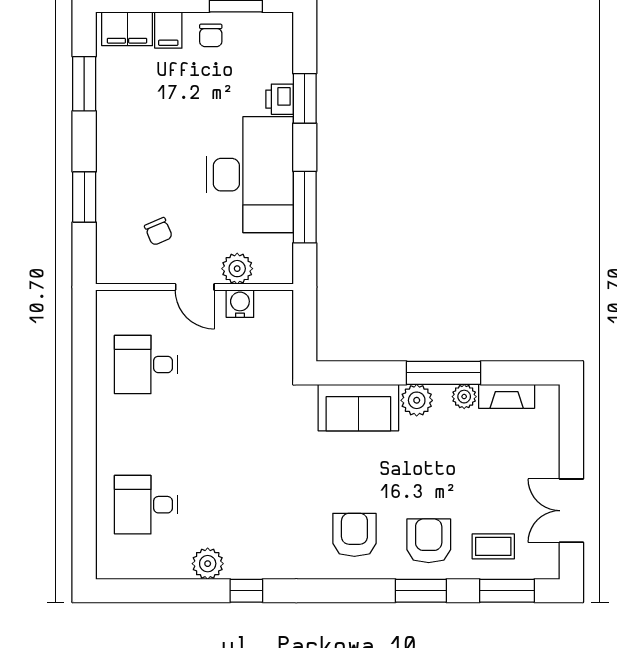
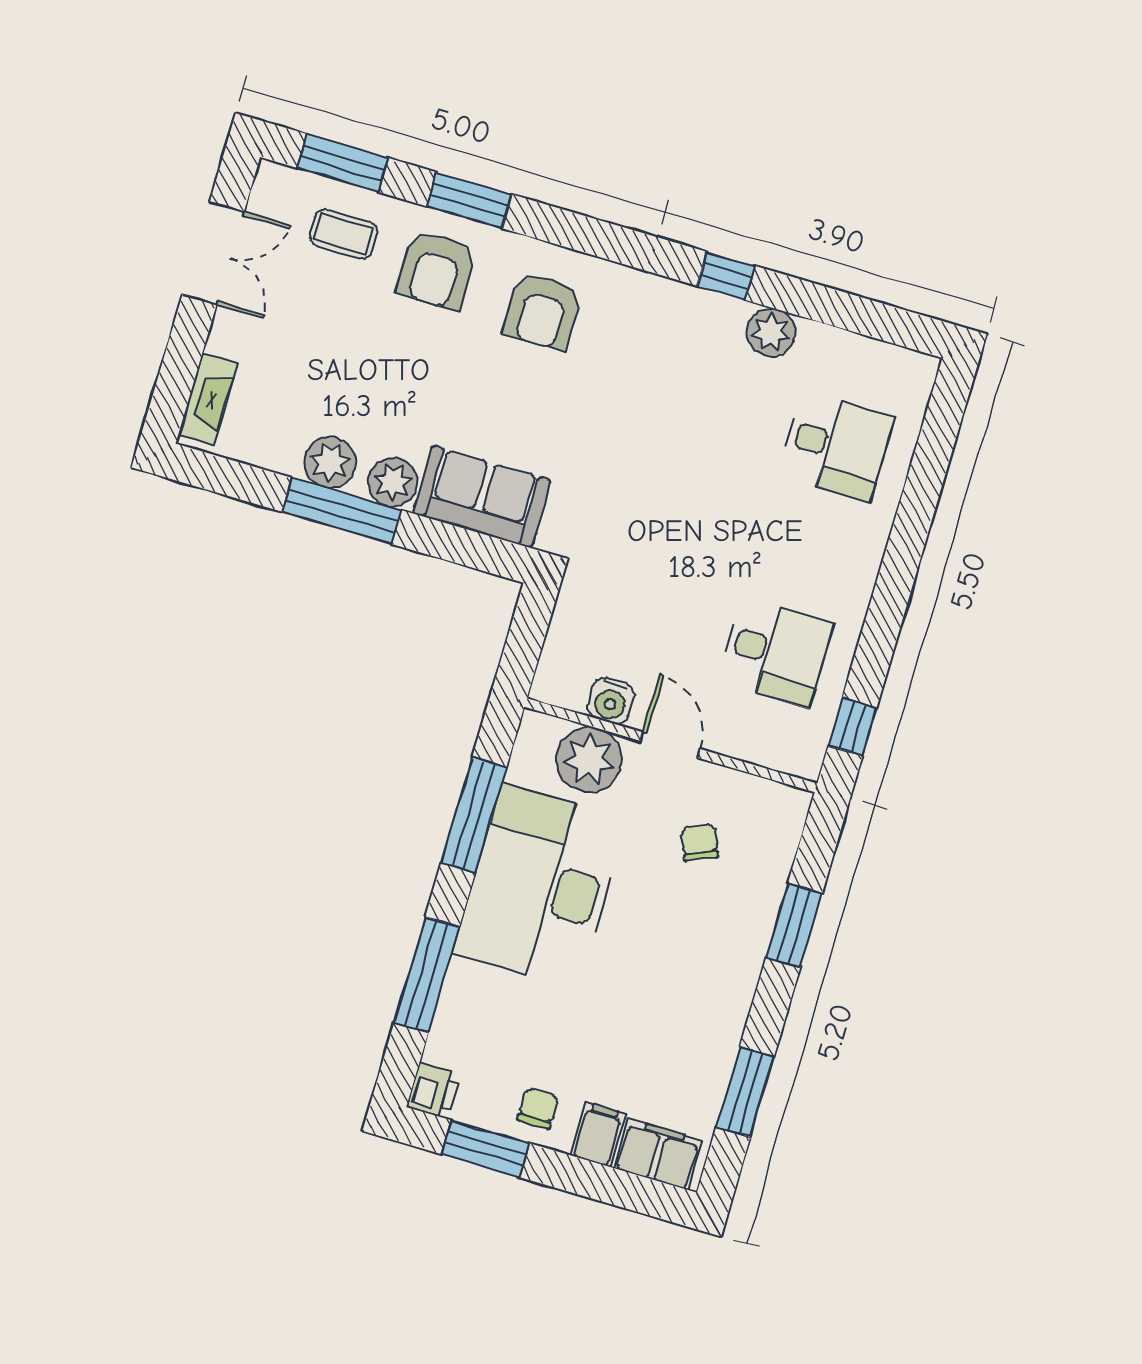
window: (305, 98) -> (427, 975), width x1.44
printer: (280, 99) -> (433, 1091), moved
plant: (237, 269) -> (589, 760), width x1.36, depth x1.36
window: (84, 332) -> (852, 727), added
fireplace: (507, 396) -> (208, 399), moved, turned 90
plant: (464, 397) -> (330, 462), width x1.38, depth x1.38

